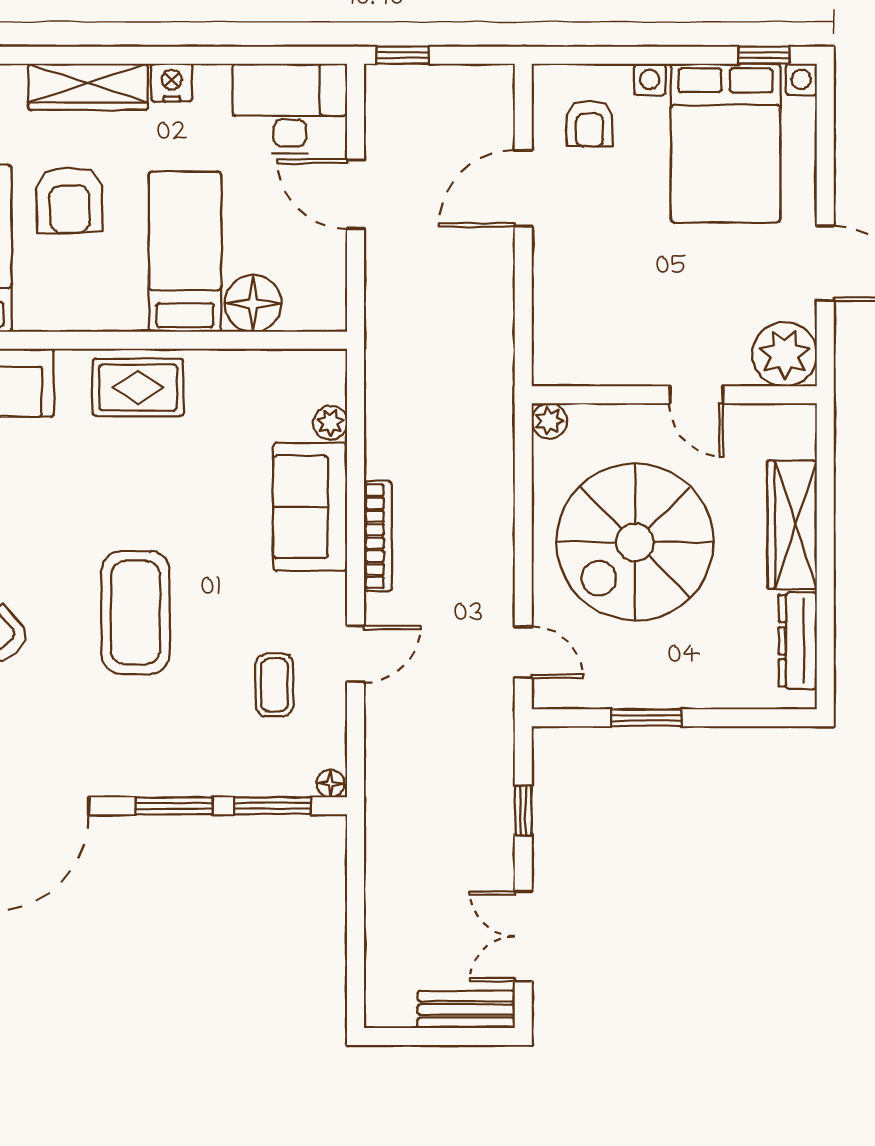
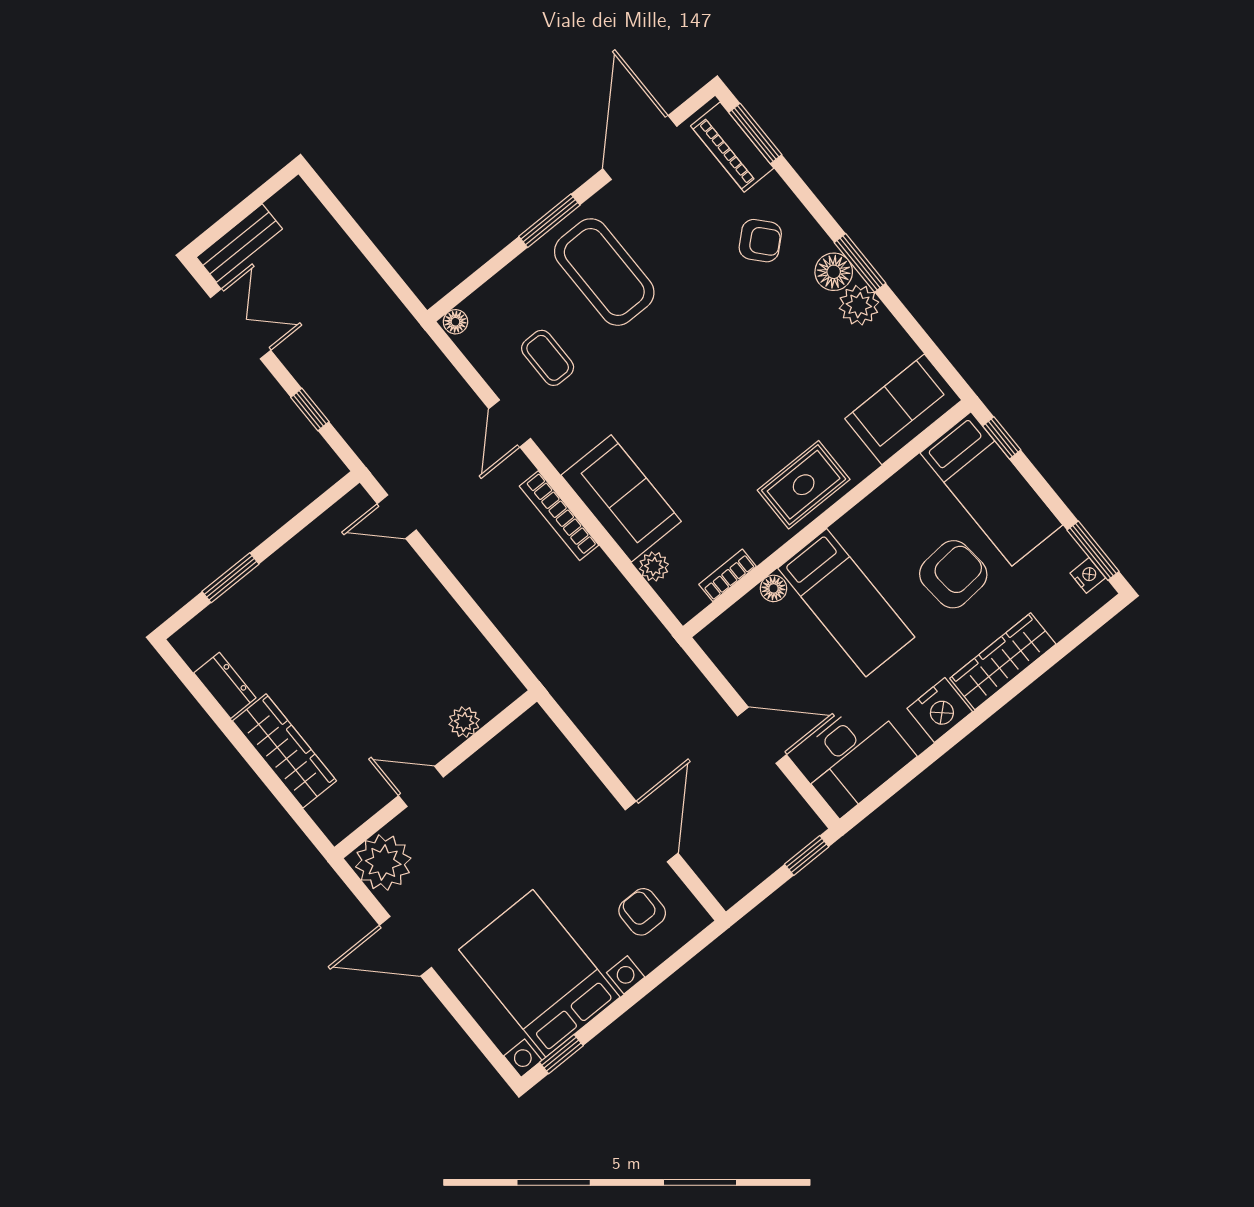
nightstand: (172, 83) -> (940, 710), width x1.36, depth x1.33
armchair: (69, 200) -> (953, 574), turned 87
floor lamp: (253, 303) -> (774, 588), width x0.53, depth x0.53
bookcase: (271, 362) -> (728, 575), added
plant: (549, 421) -> (464, 722), moved
spiral stairs: (635, 542) -> (381, 653), removed
coffee table: (136, 613) -> (604, 272), moved
dresser: (798, 641) -> (225, 685), width x0.70
window: (646, 718) -> (231, 578), moved
window: (273, 806) -> (483, 275), removed

